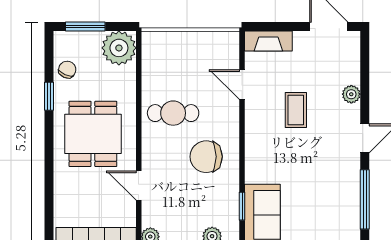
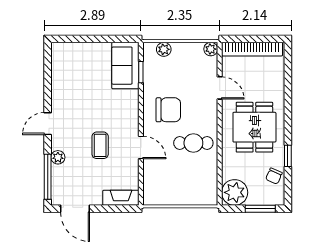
door: (242, 85) -> (141, 147), moved
window: (365, 199) -> (48, 177), moved

